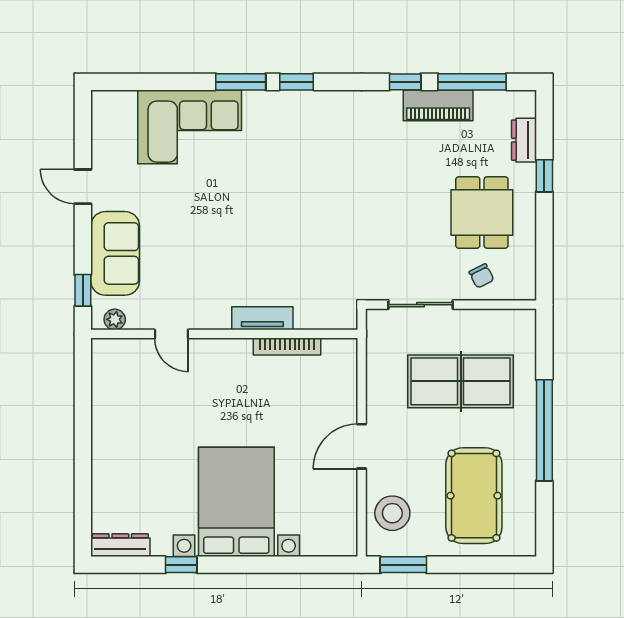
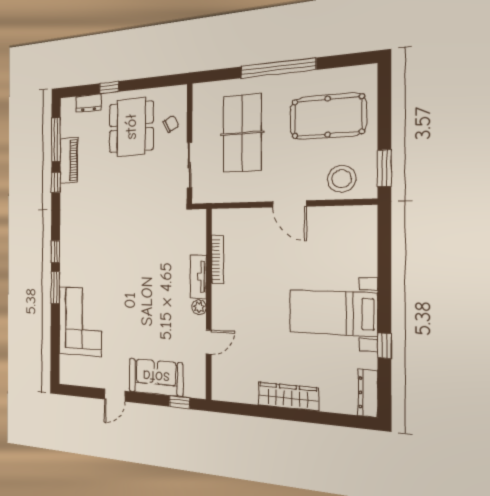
dining table: (482, 213) -> (131, 127), width x1.38
plant: (115, 319) -> (199, 307), moved
wardrobe: (106, 444) -> (288, 396), added
bed with nightstands: (236, 502) -> (333, 313), width x0.73

